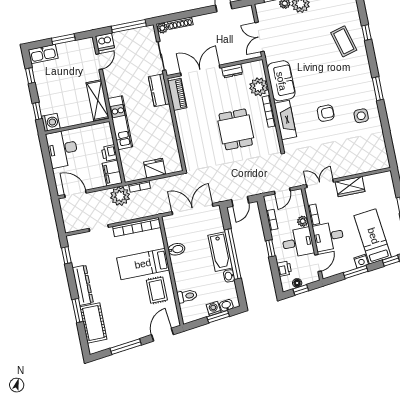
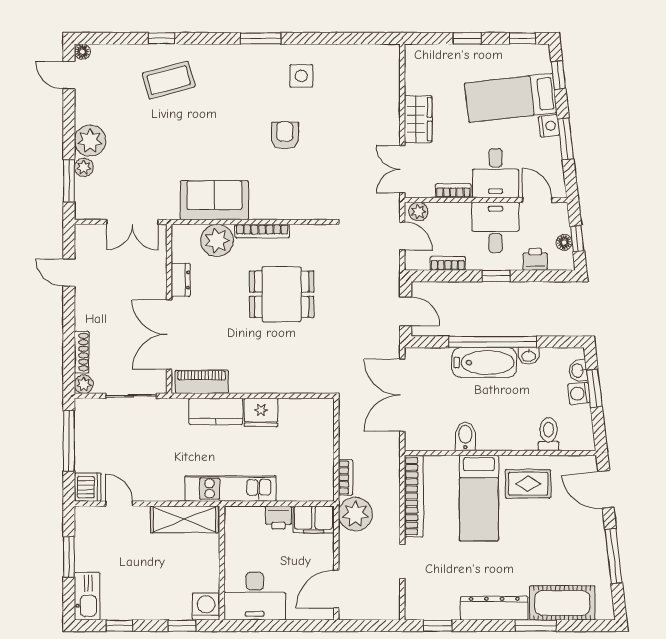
kitchen counter: (159, 90) -> (216, 411), moved
fireplace: (285, 120) -> (283, 206), removed
fridge: (155, 168) -> (261, 412), moved, turned -90
plant: (303, 221) -> (418, 212), moved

